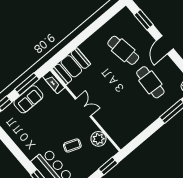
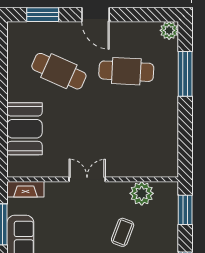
cafe table: (123, 50) -> (59, 71), turned 33
booth: (71, 66) -> (24, 129), moved

